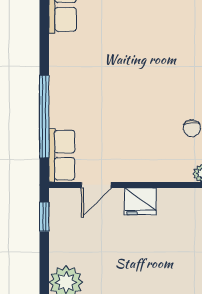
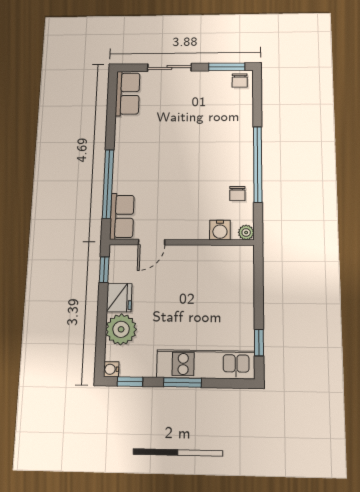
water cooler: (173, 171) -> (220, 230), added
fridge: (140, 201) -> (119, 298), moved, turned -90

